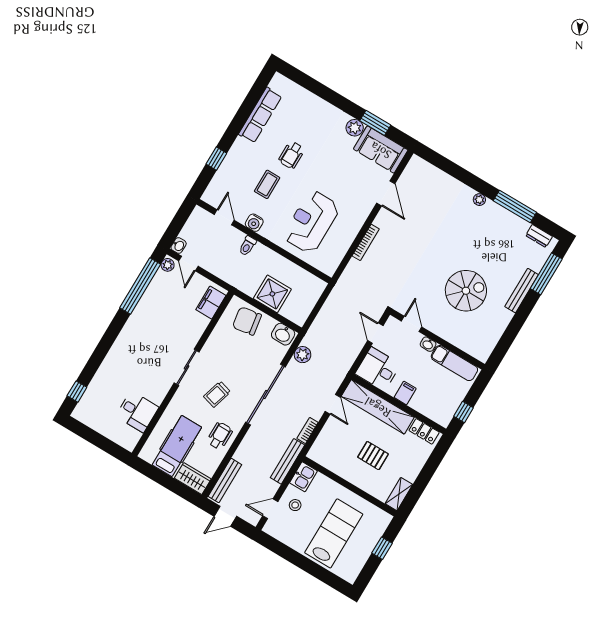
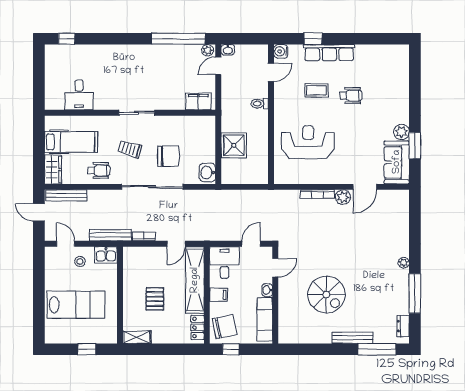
row of seats: (260, 115) -> (329, 53), moved
wheelchair: (292, 155) -> (351, 96), turned 180
water cooler: (254, 223) -> (281, 51), moved
chair: (247, 321) -> (168, 156), moved, turned 99
plant: (303, 355) -> (343, 197), moved
chair: (439, 405) -> (224, 327), added

